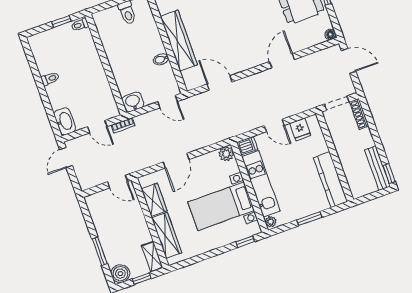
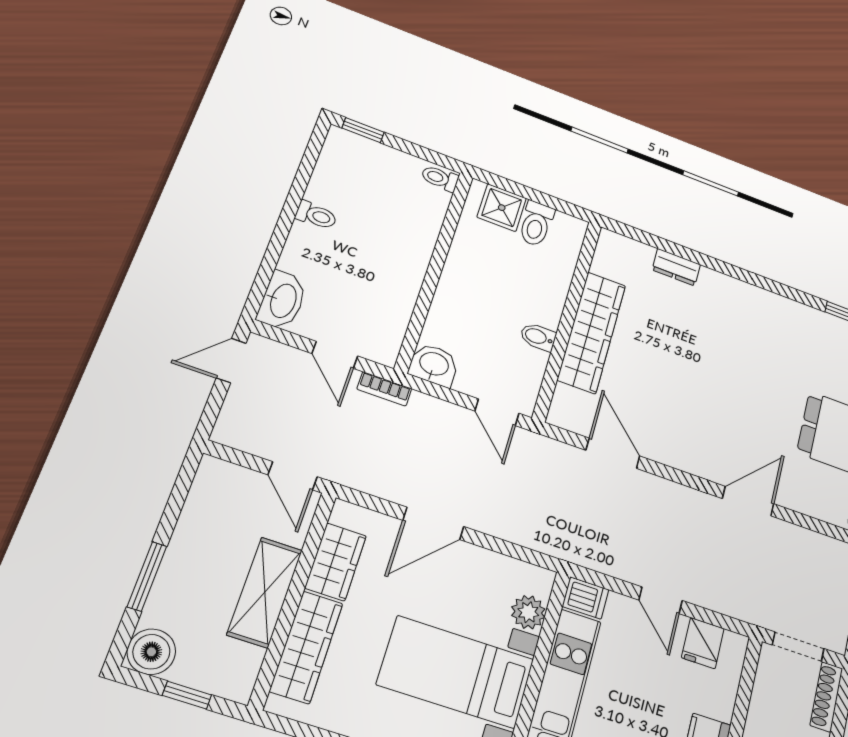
shower: (110, 17) -> (502, 208), added
window: (61, 21) -> (363, 130), moved
plant: (226, 154) -> (528, 612), moved
shelving: (152, 257) -> (265, 592), moved, width x1.50, depth x1.33

